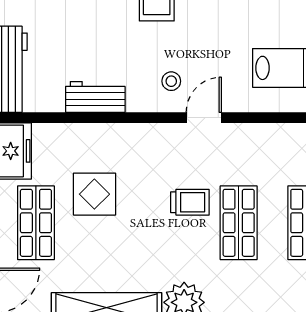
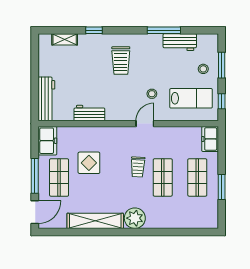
stool: (171, 81) -> (152, 94), moved
trolley: (190, 202) -> (138, 167), turned 93

